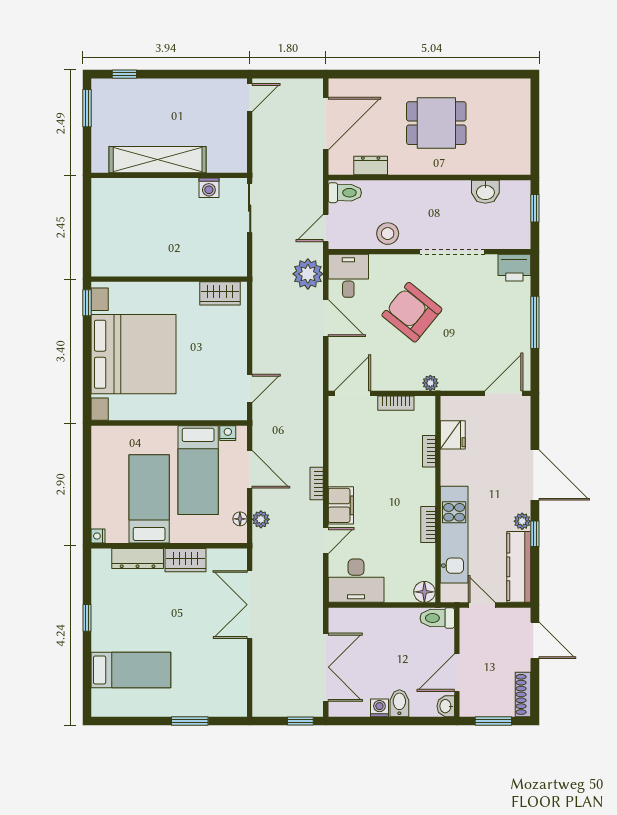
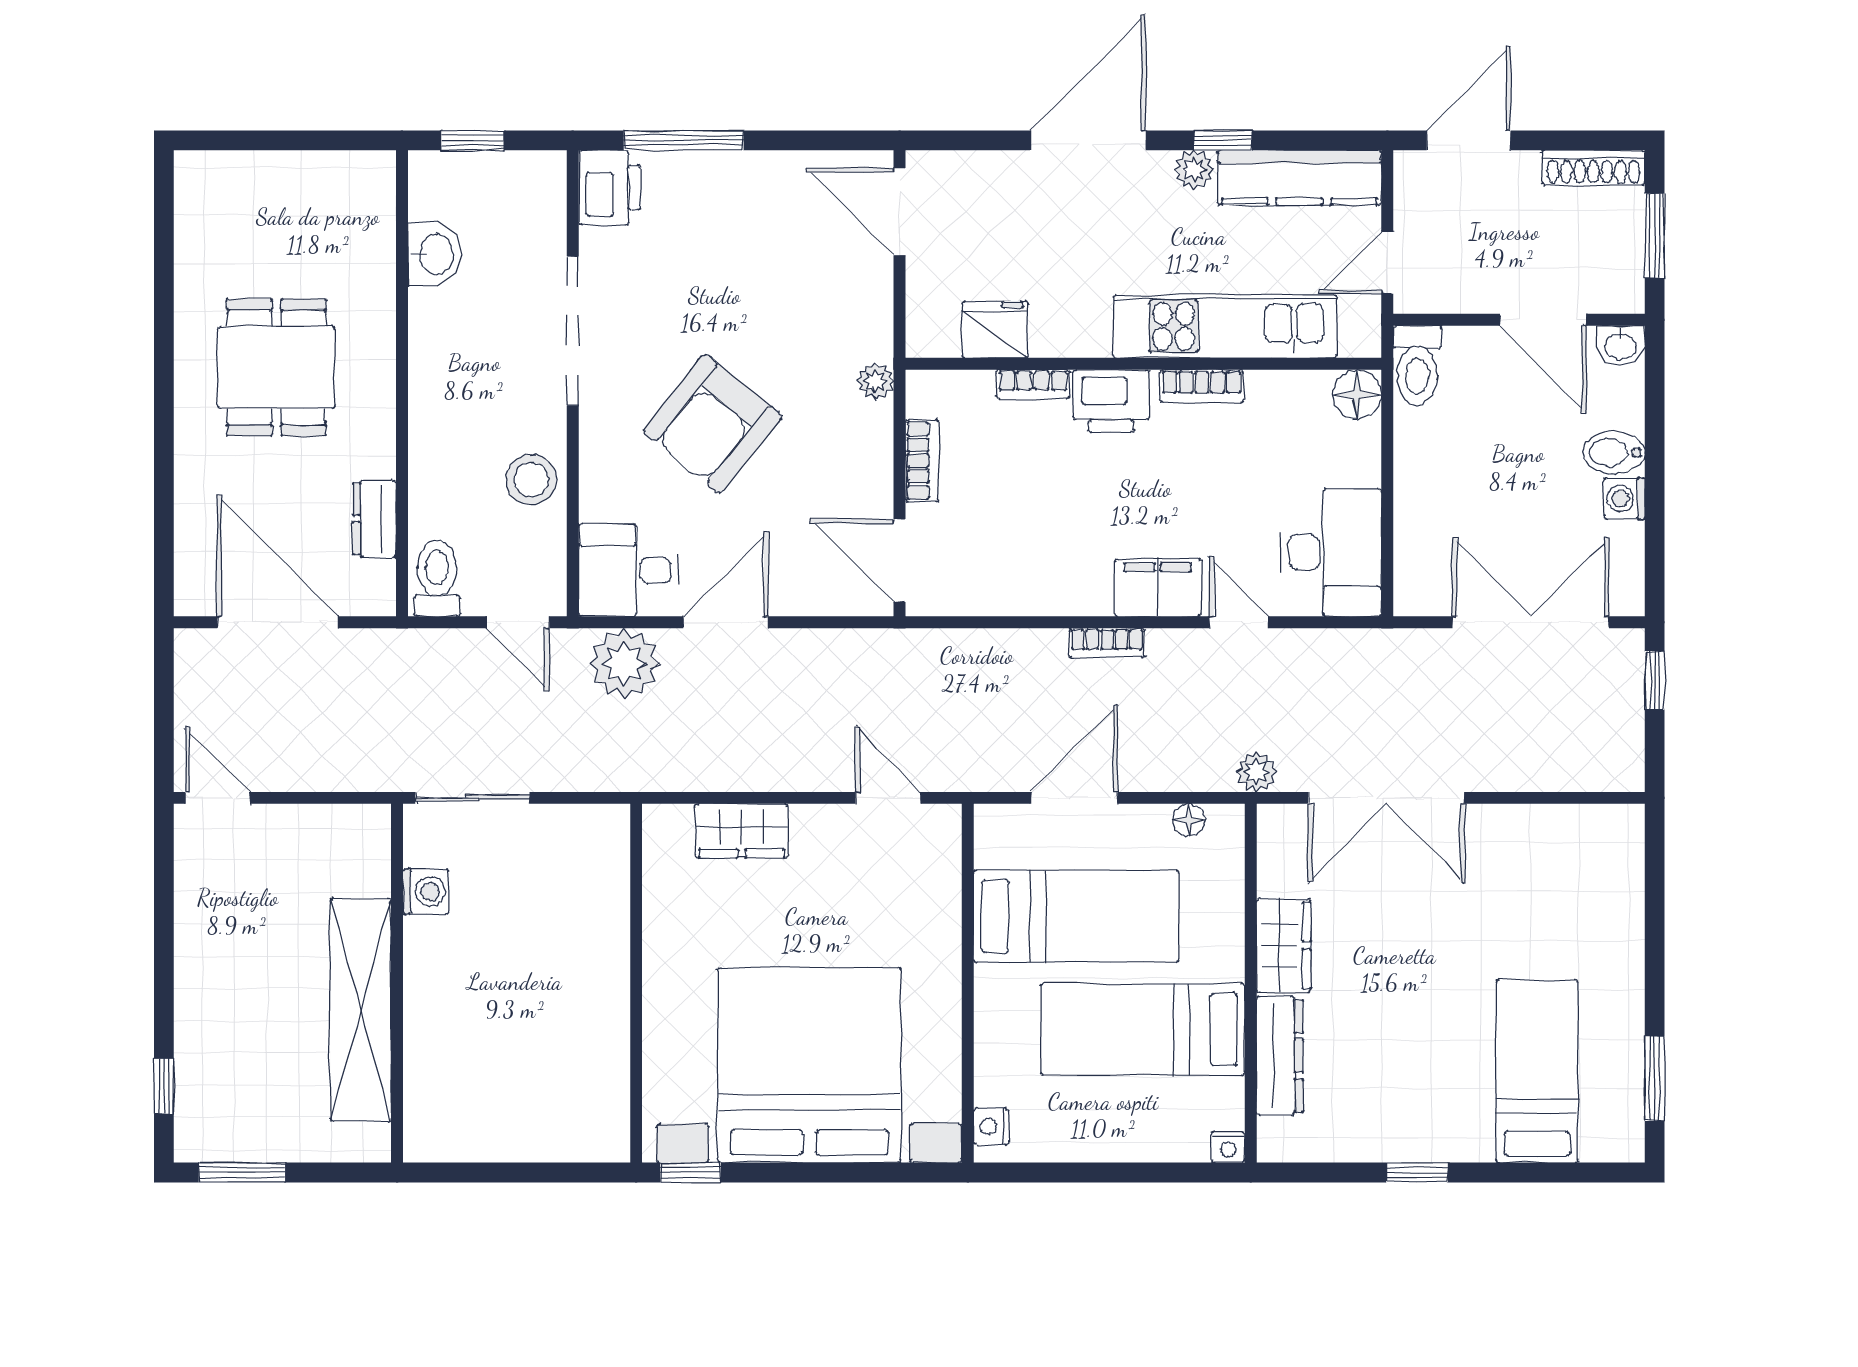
wardrobe: (220, 293) -> (742, 831), moved, turned 90
window: (535, 322) -> (684, 140), moved
nightstand: (228, 433) -> (991, 1126), moved
printer: (422, 485) -> (1111, 401), added
plant: (261, 519) -> (1257, 772), moved
window: (190, 721) -> (1655, 1078), moved

